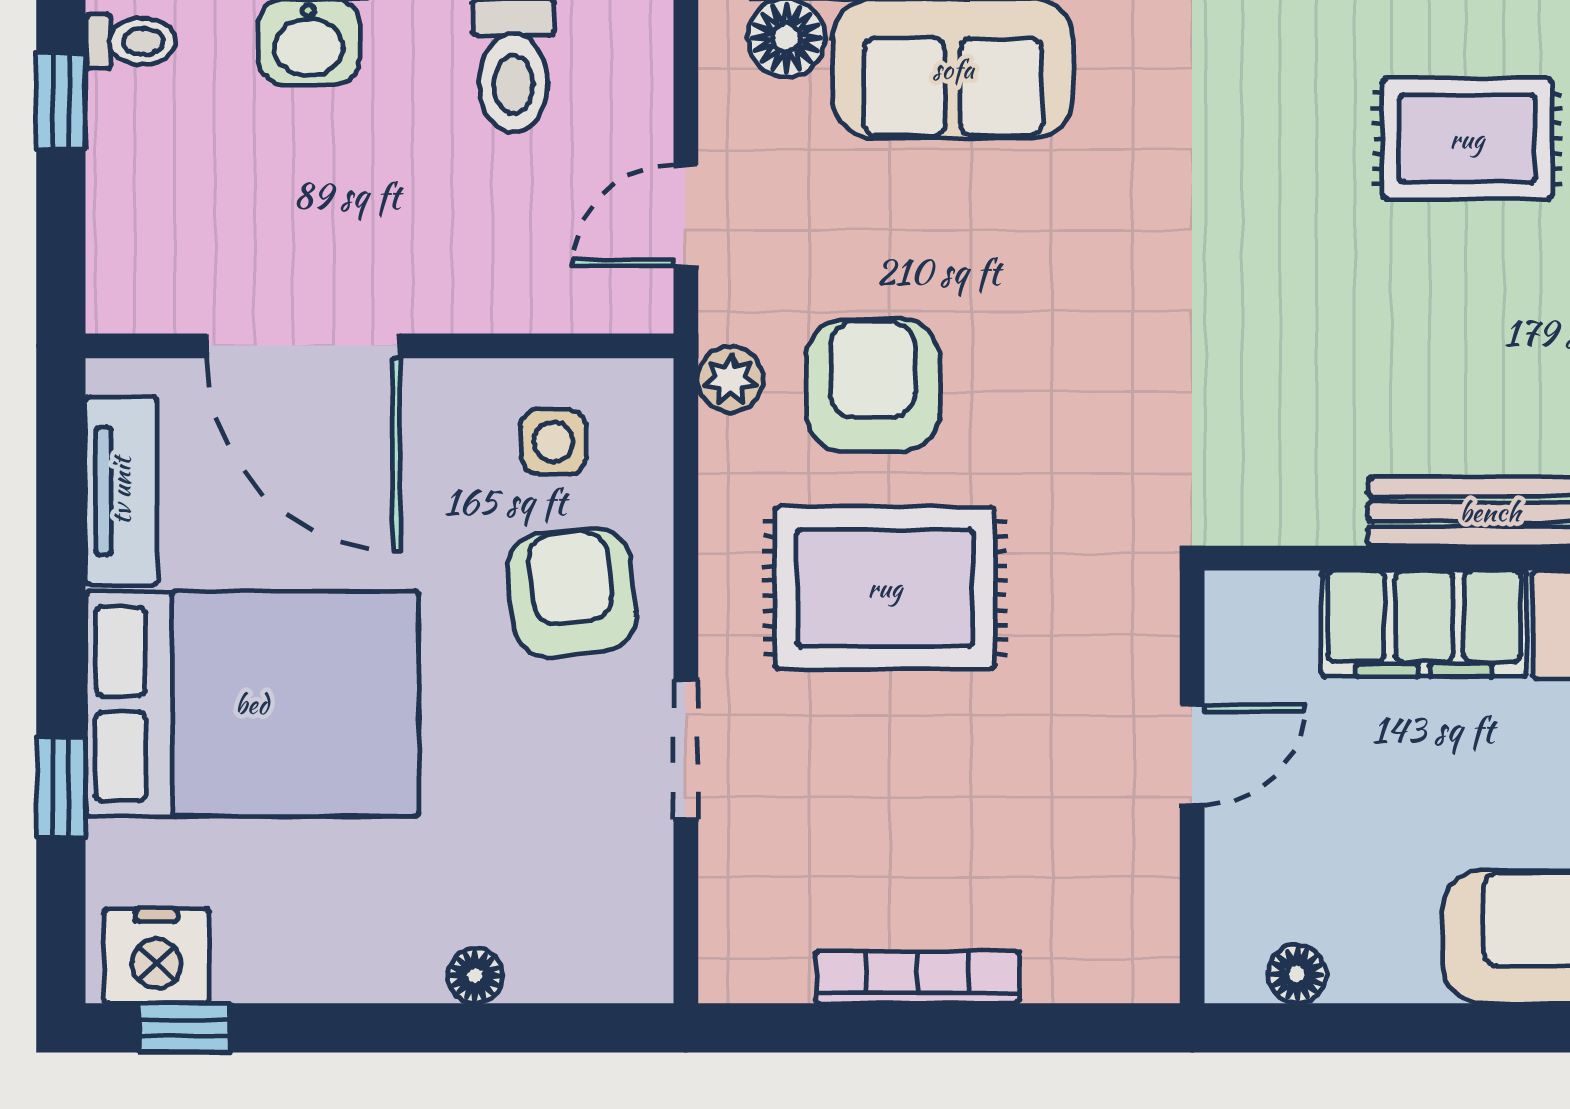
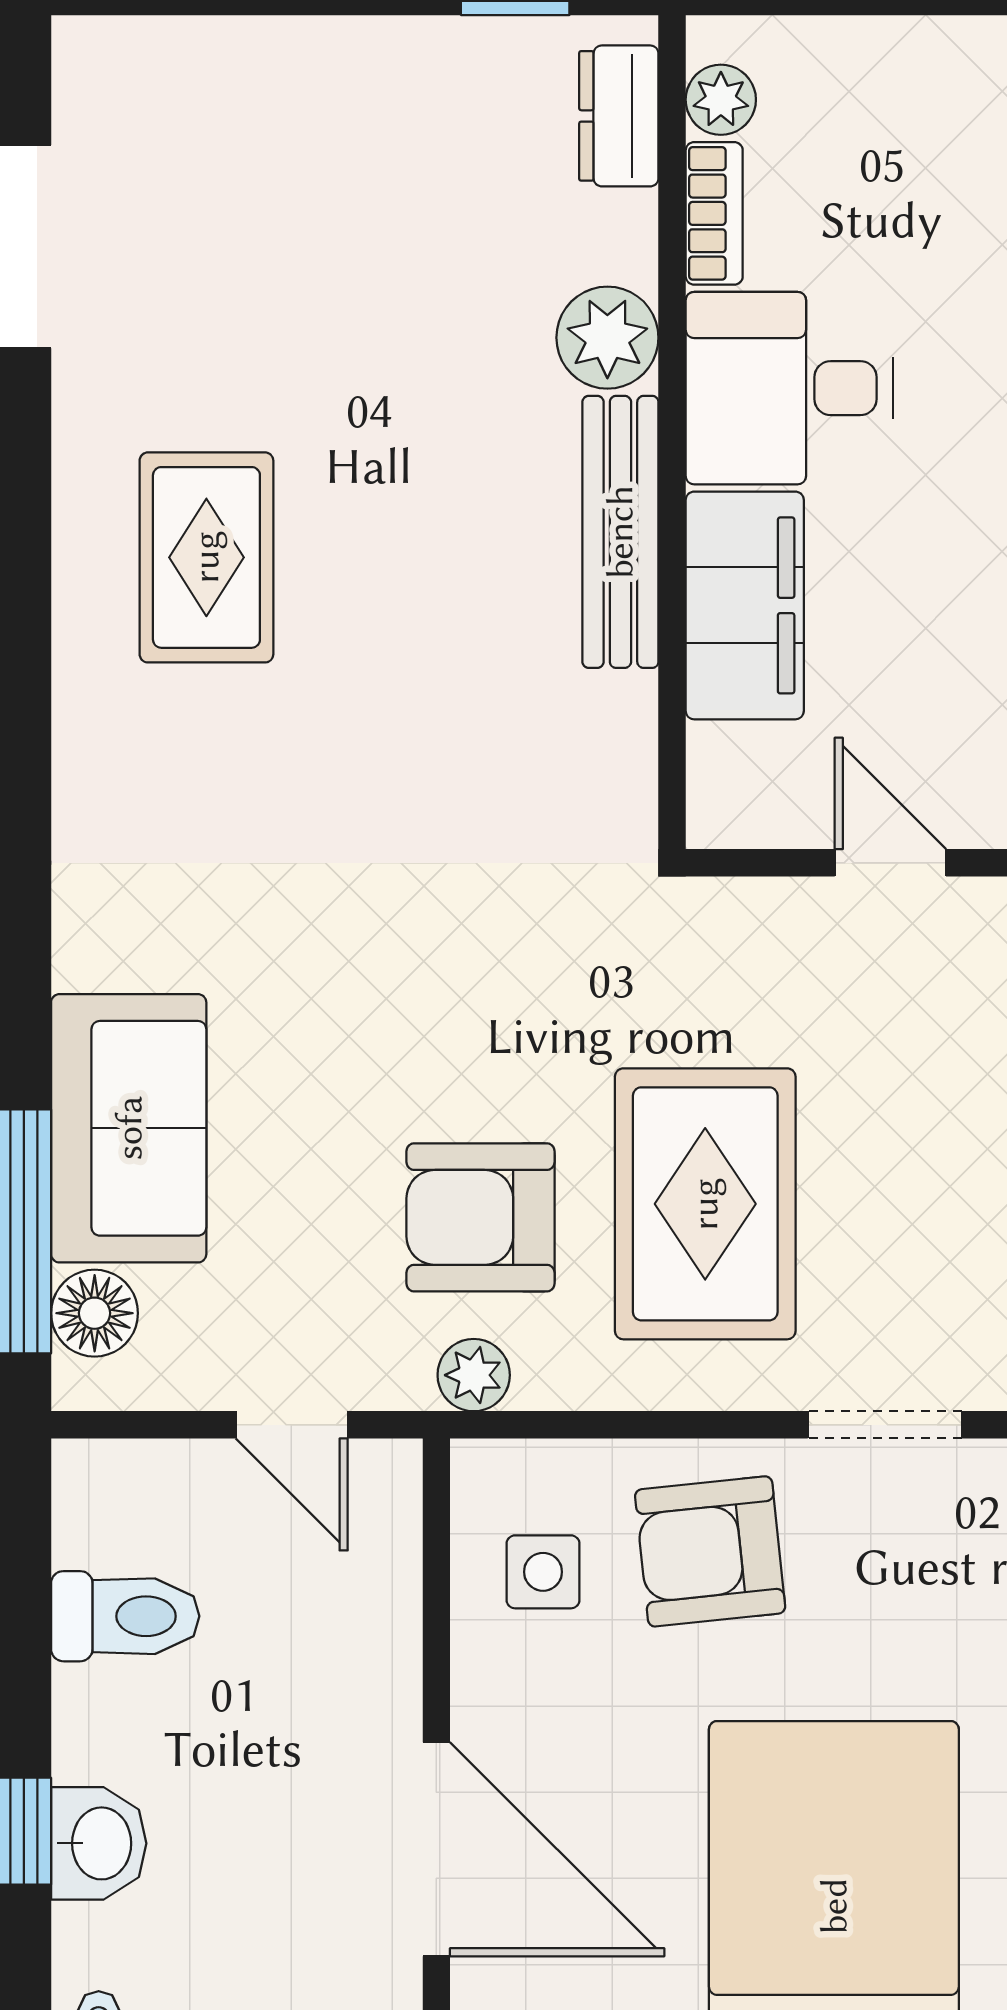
door: (303, 346) -> (436, 1849), hinge flipped

